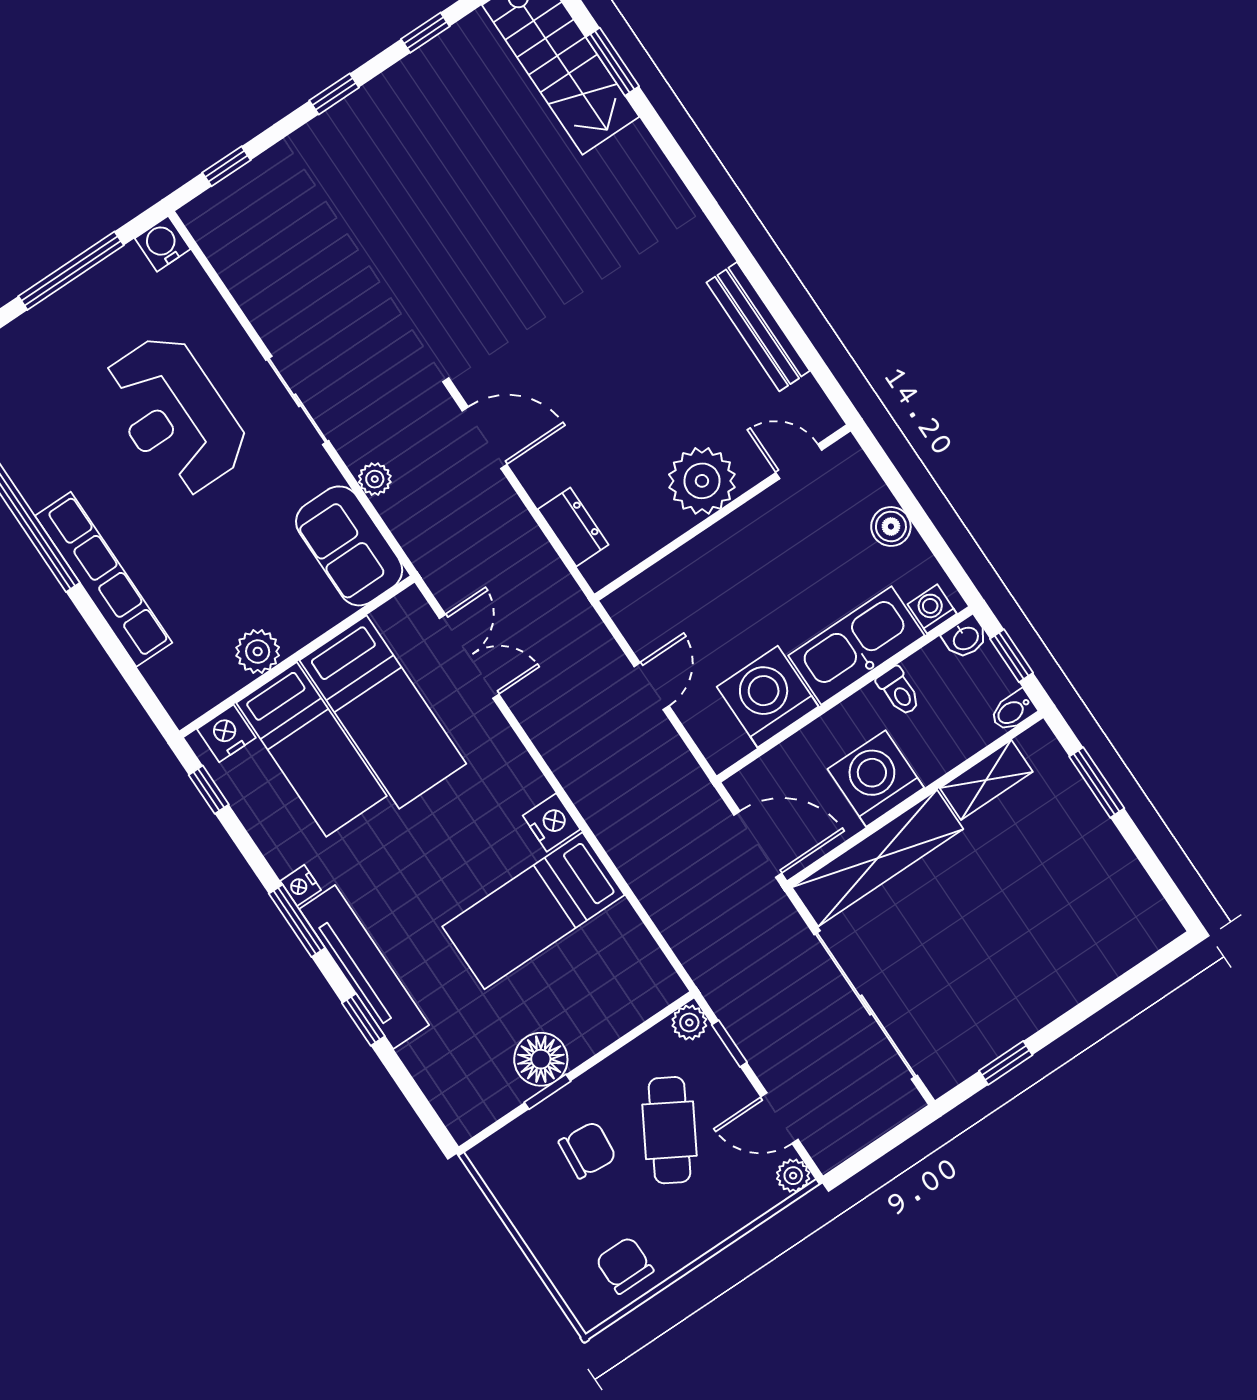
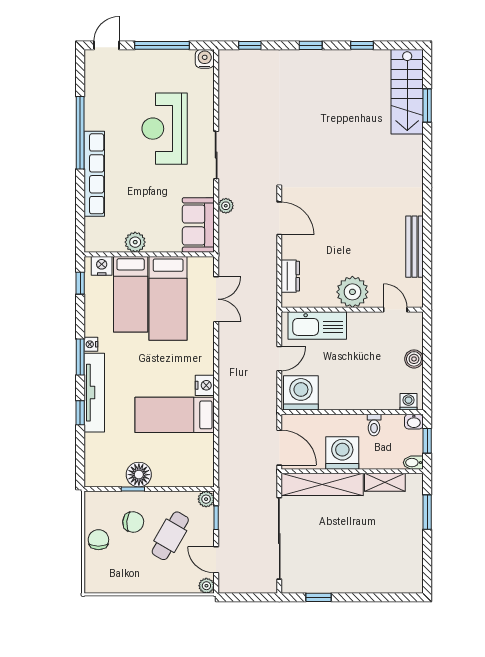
kitchen sink: (856, 645) -> (317, 326), moved, turned 180
washing machine: (768, 697) -> (301, 393), moved
chair: (625, 1265) -> (98, 540), moved

